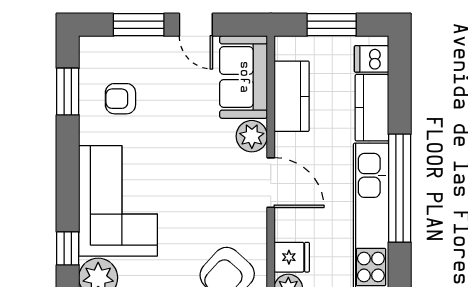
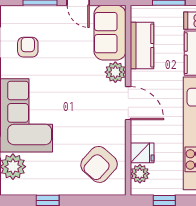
armchair: (120, 99) -> (28, 47), turned 90

